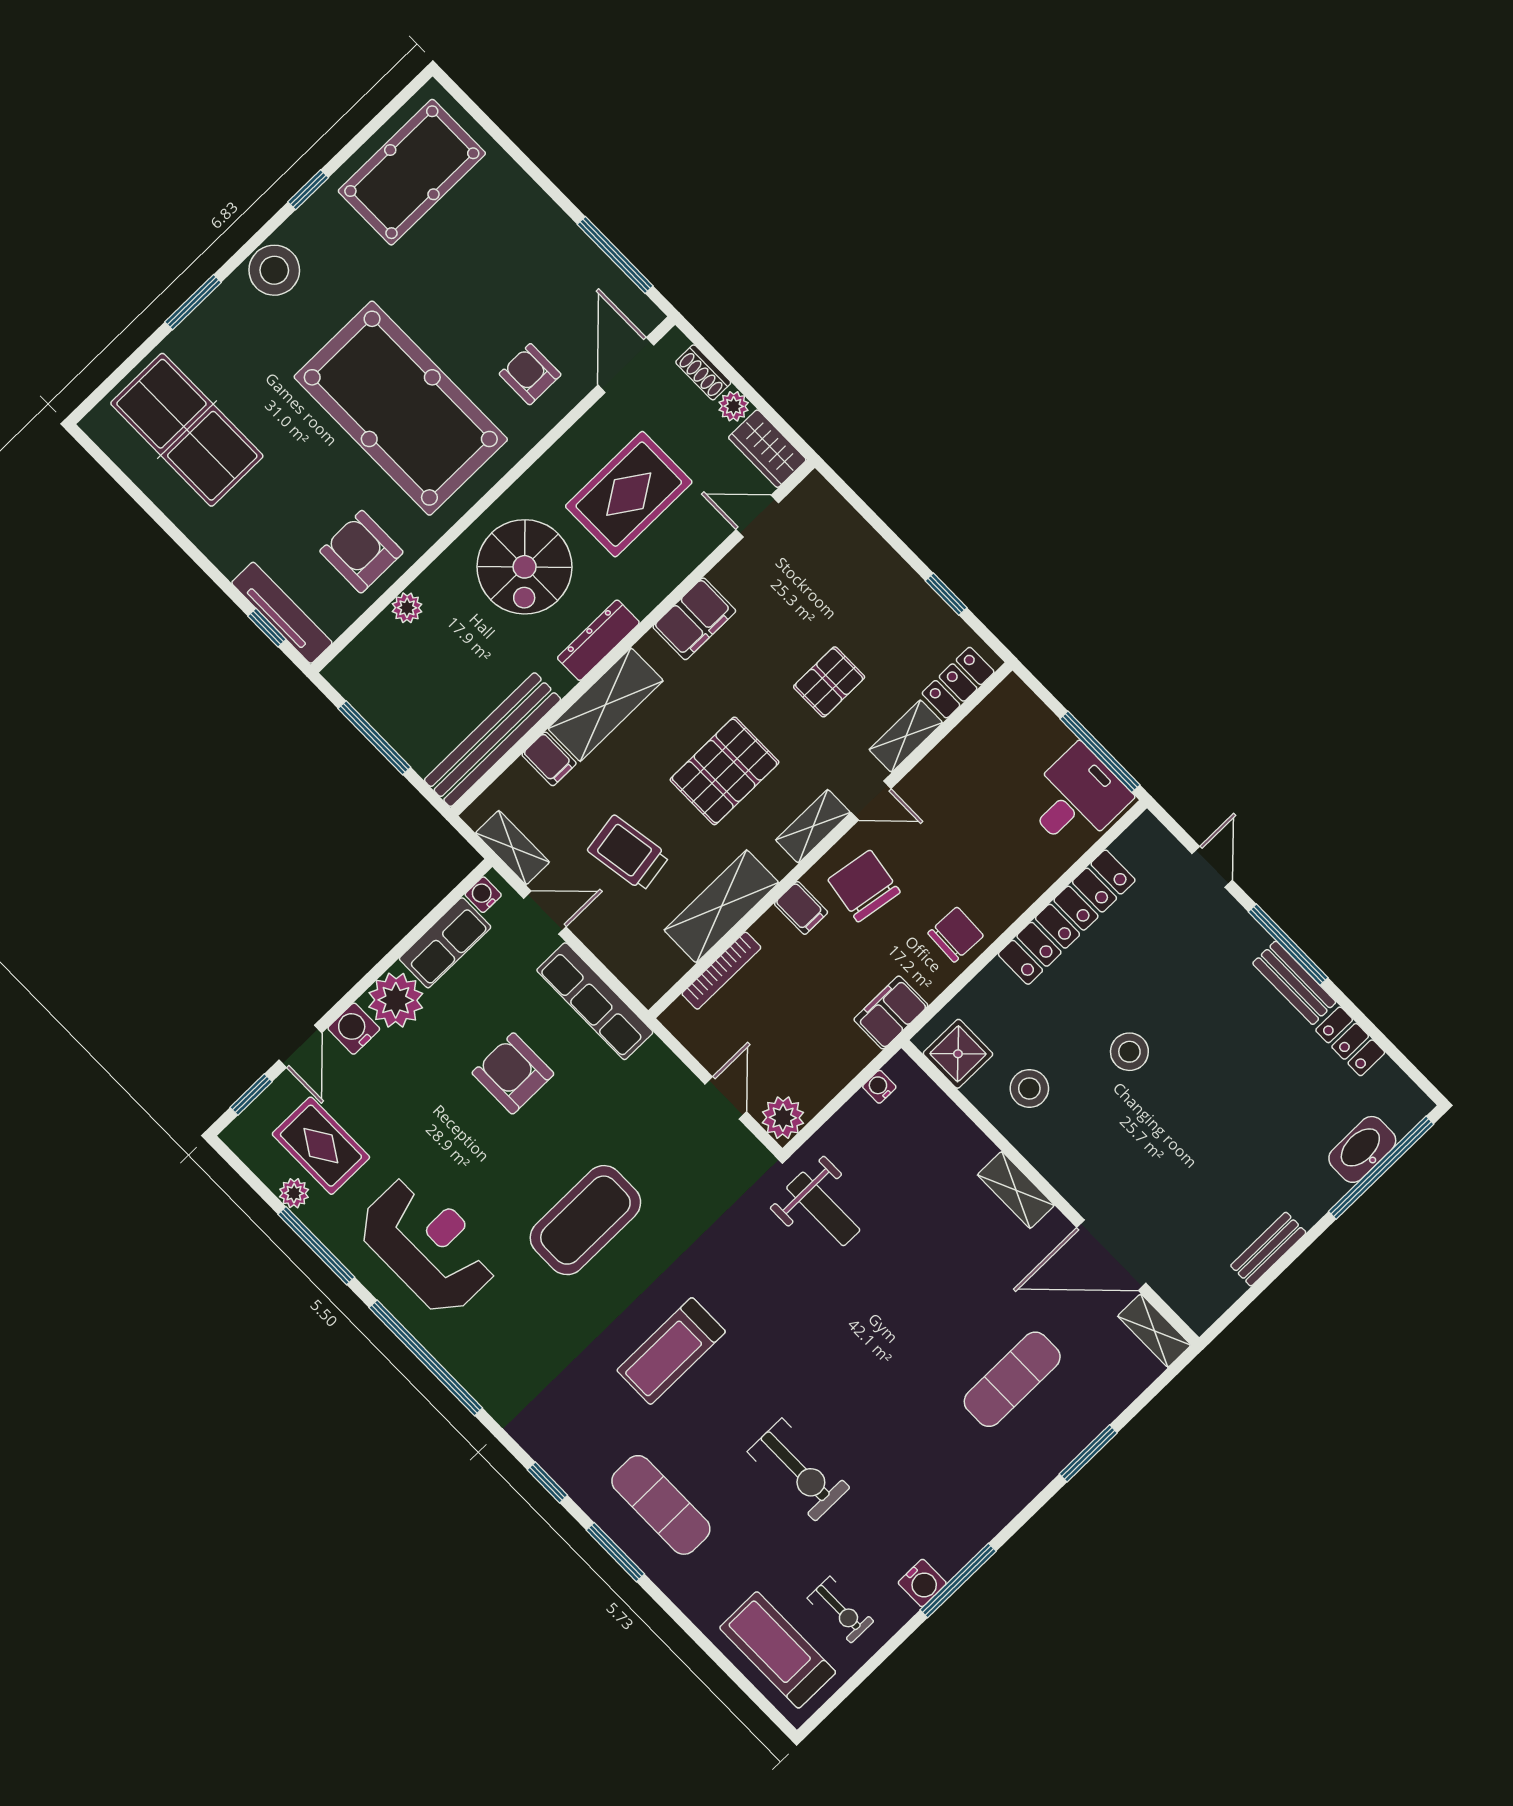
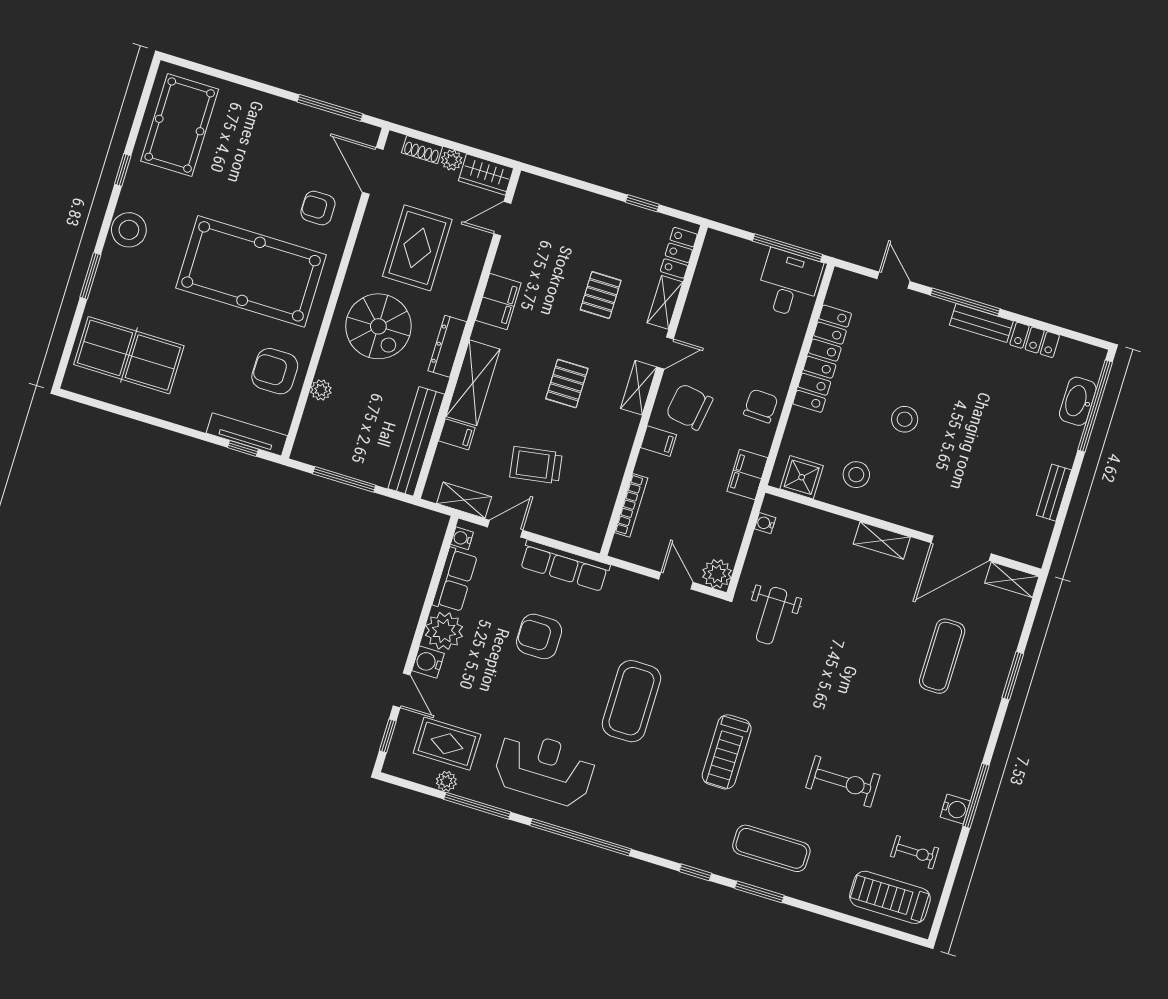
pallet: (725, 771) -> (567, 384), width x0.67, depth x0.71
shelving: (721, 906) -> (610, 466), removed
weight bench: (823, 1209) -> (772, 616), turned 90

